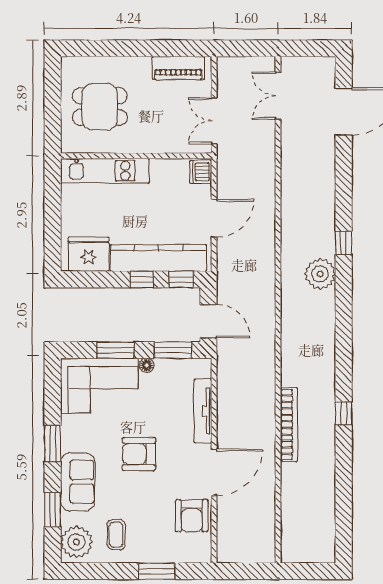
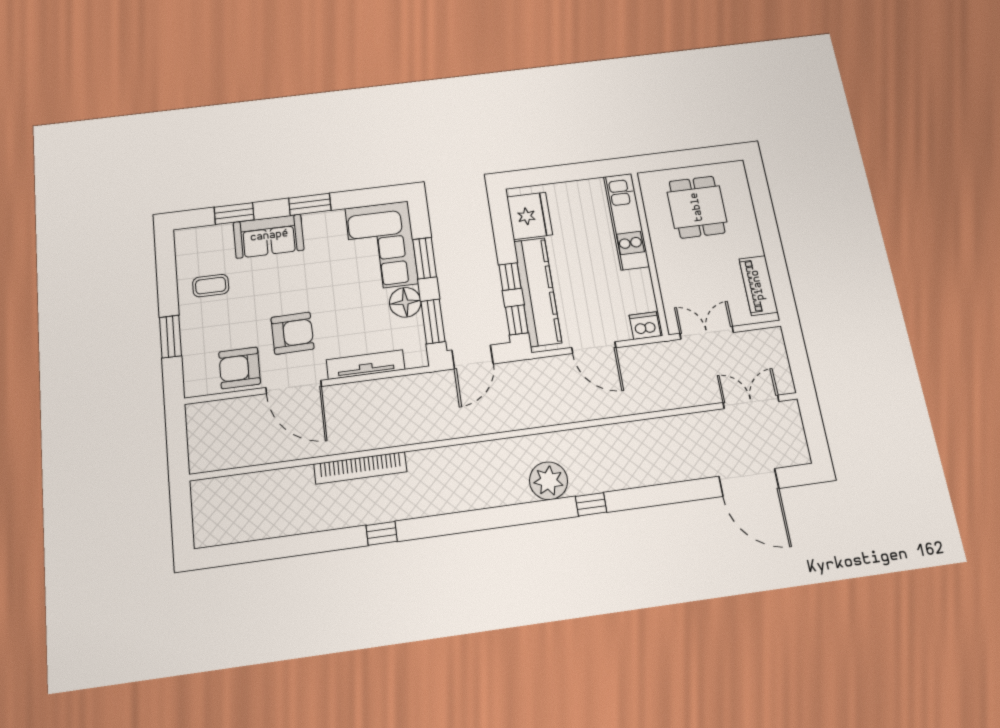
floor lamp: (147, 365) -> (405, 302), width x1.89, depth x1.89
armchair: (139, 454) -> (292, 333), moved, turned 89
plant: (76, 542) -> (199, 244), removed

